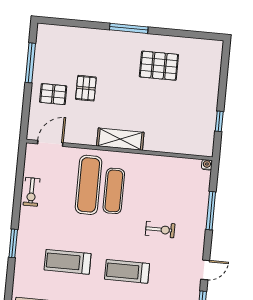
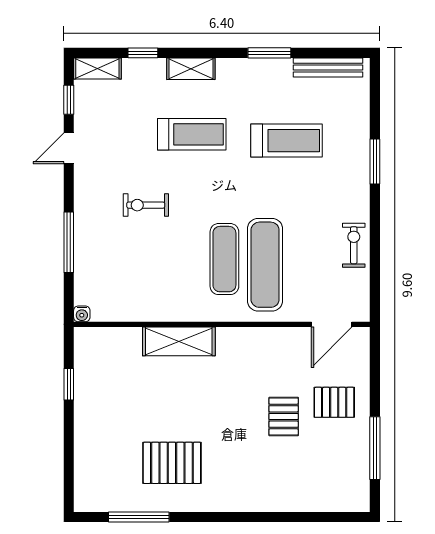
window: (129, 28) -> (139, 517), moved
shelving: (120, 139) -> (179, 341), moved

